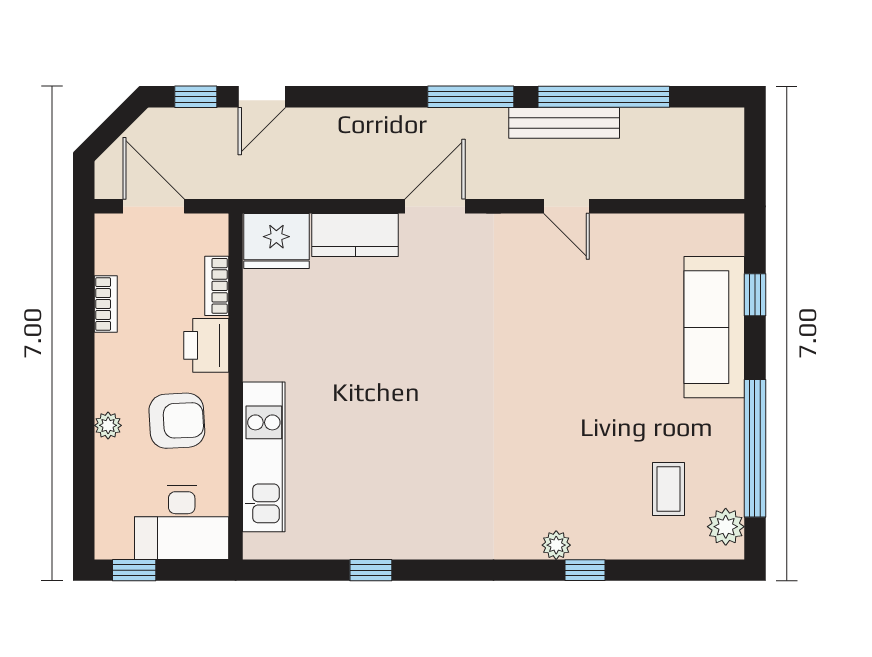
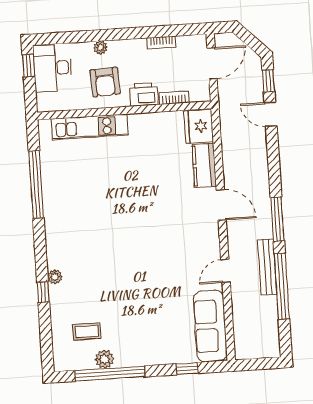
sofa: (714, 327) -> (210, 326), moved, turned -90
desk: (182, 523) -> (53, 68), moved
plant: (726, 527) -> (104, 359), moved
window: (371, 570) -> (36, 184), width x3.17

